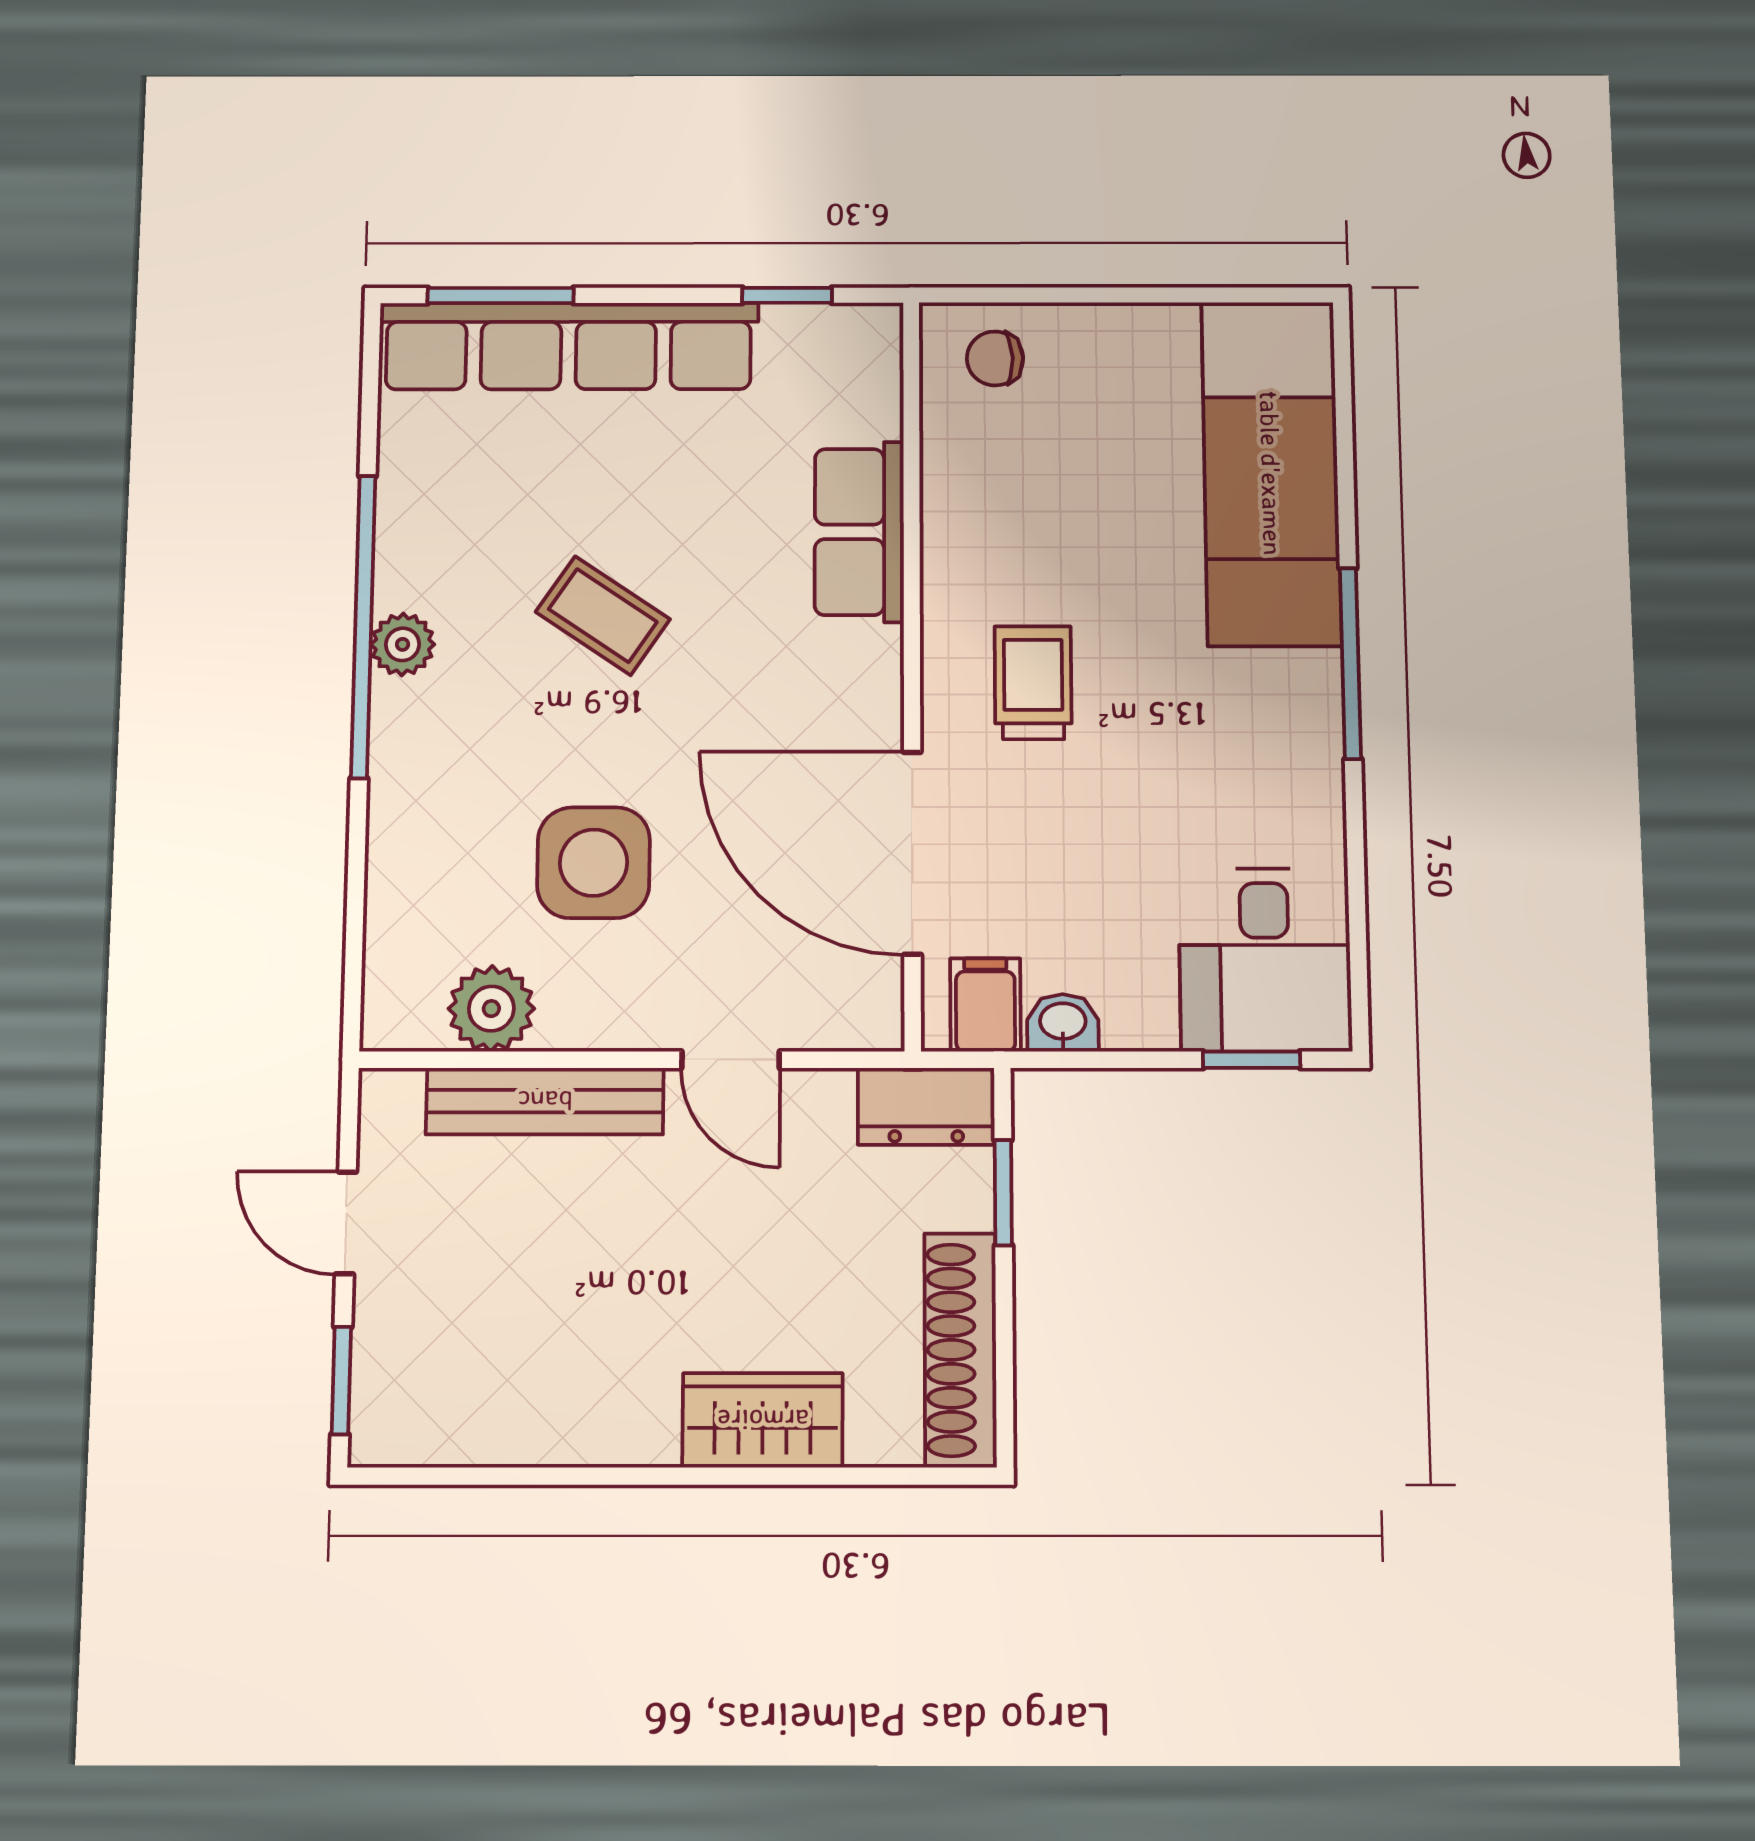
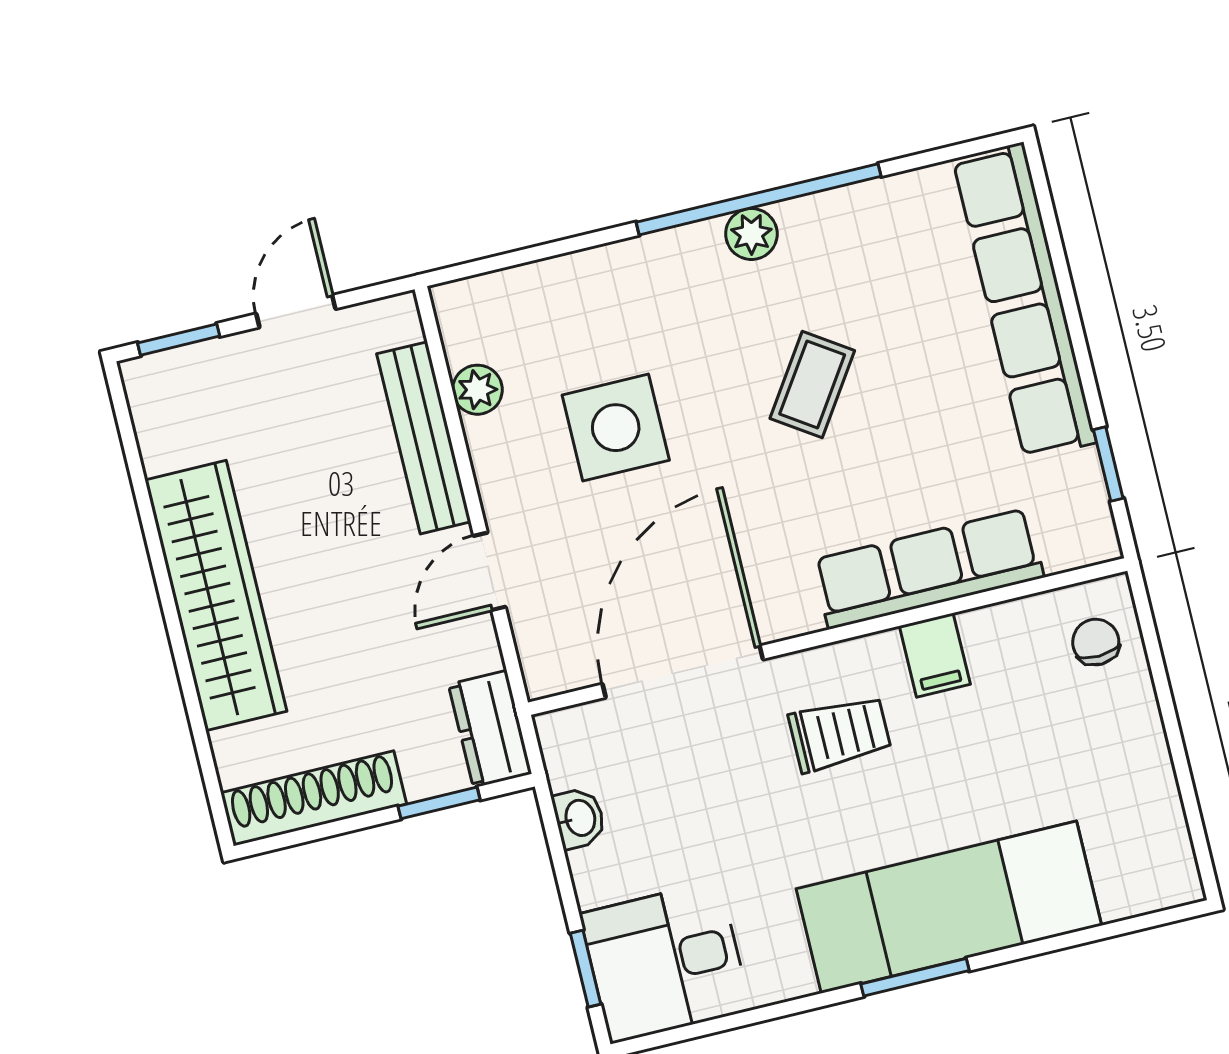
window: (501, 296) -> (1053, 236), removed
exam couch: (1271, 473) -> (949, 907), moved
row of seats: (859, 532) -> (928, 569), width x1.48
window: (1350, 663) -> (915, 977), width x0.69
filing cabinet: (985, 1005) -> (935, 655), moved, turned 90
plant: (491, 1009) -> (477, 390), width x0.73, depth x0.73
wardrobe: (763, 1420) -> (216, 596), width x2.10, depth x1.17

